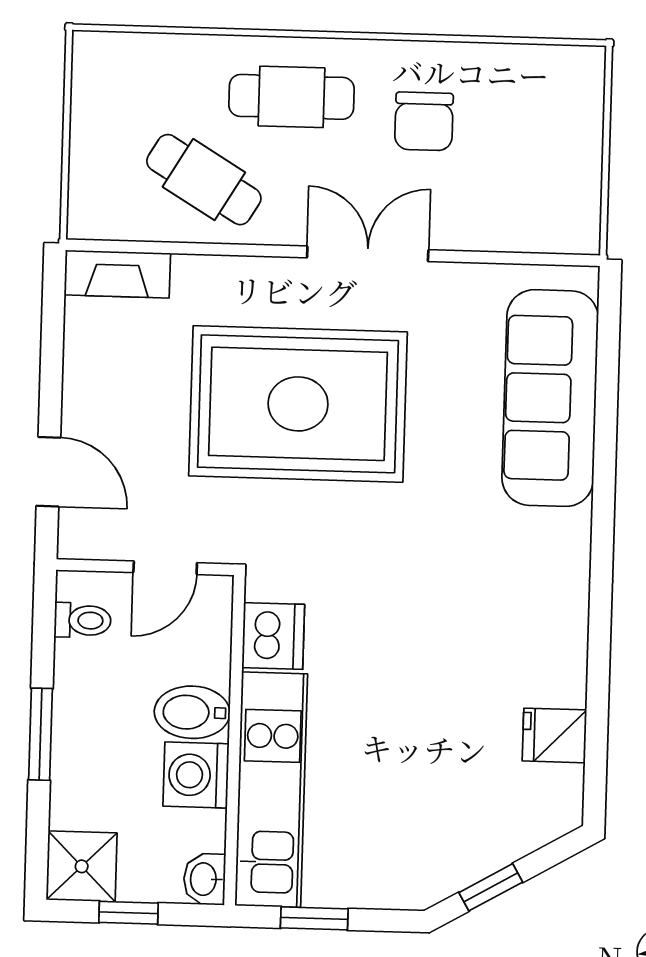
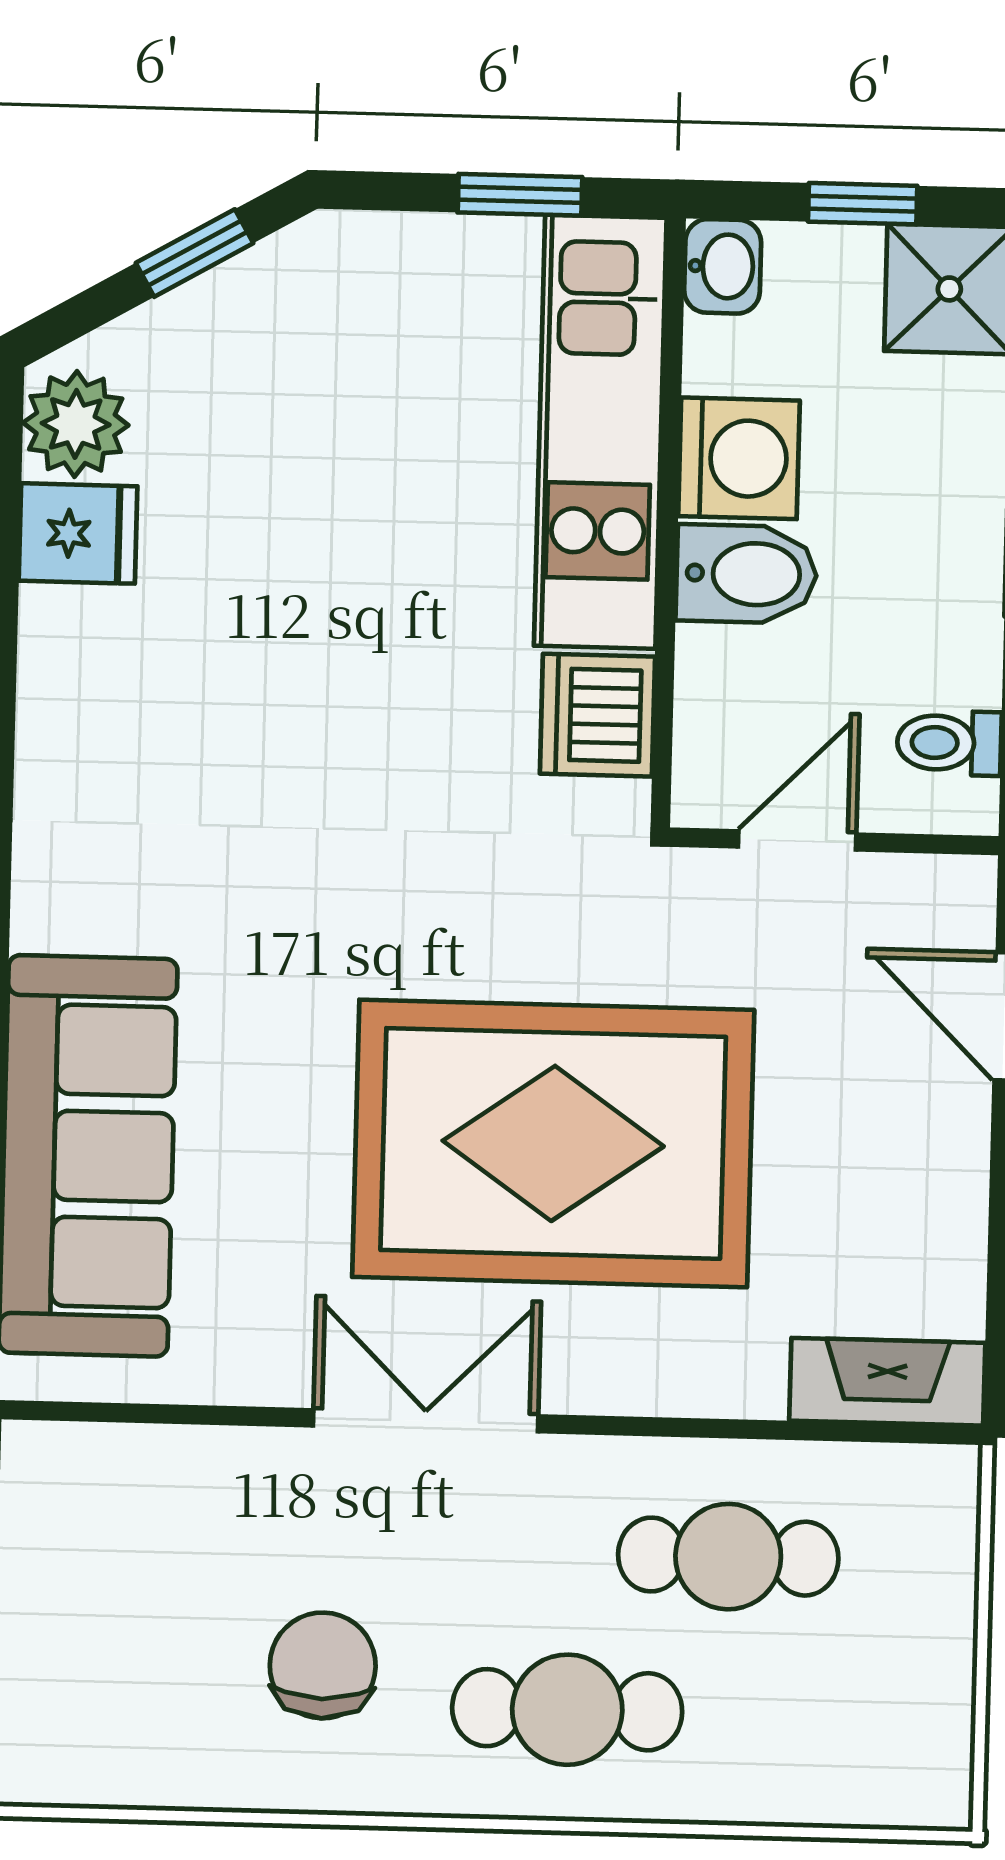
cafe table: (204, 180) -> (728, 1557), turned -31
double door: (368, 254) -> (426, 1421), swing flipped
plant: (556, 795) -> (76, 424), added

